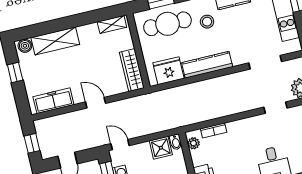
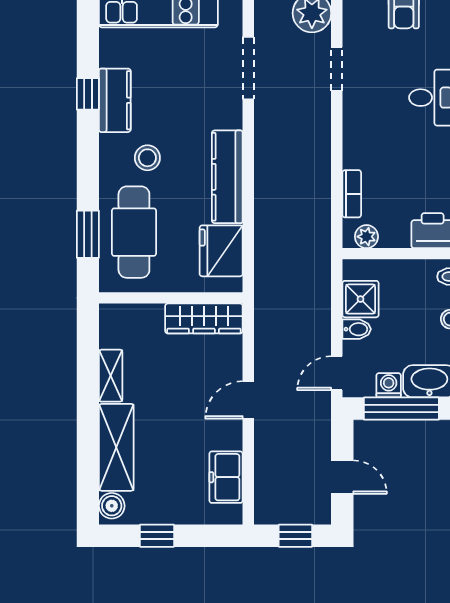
shelving: (112, 24) -> (111, 376), moved
freezer: (53, 101) -> (226, 477), width x0.71
bidet: (176, 142) -> (357, 329), moved

